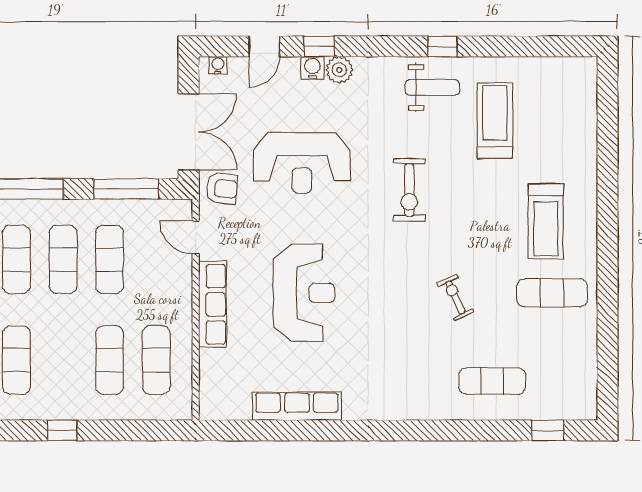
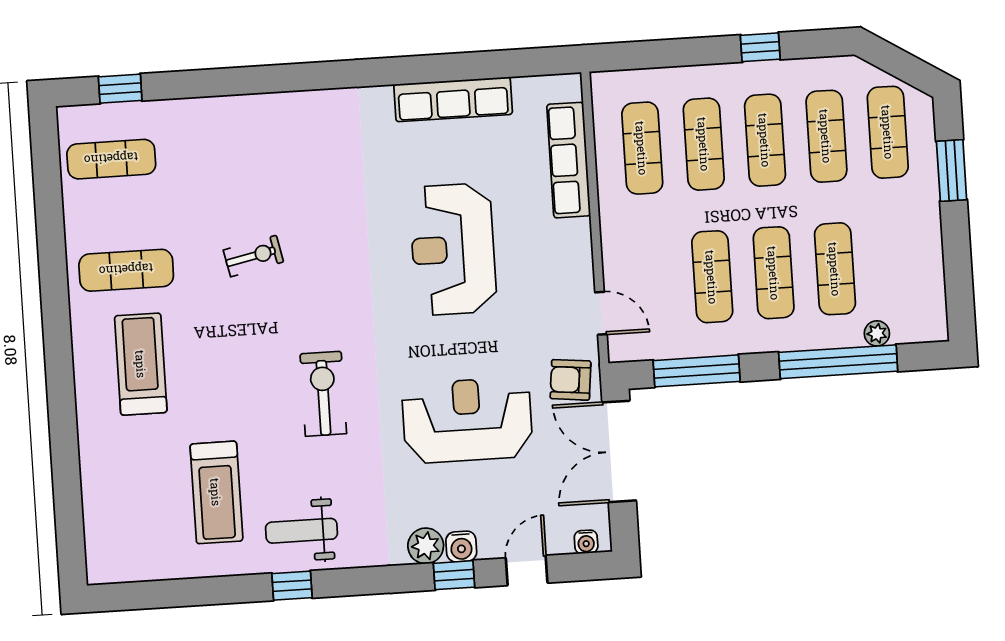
exercise bike: (455, 297) -> (253, 256), turned -77
row of seats: (212, 304) -> (569, 160), moved
exercise mat: (63, 360) -> (765, 140), added
exercise mat: (492, 381) -> (111, 159), moved

